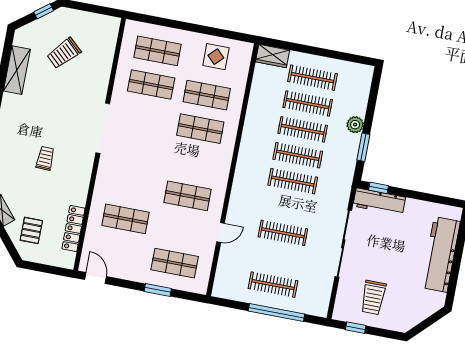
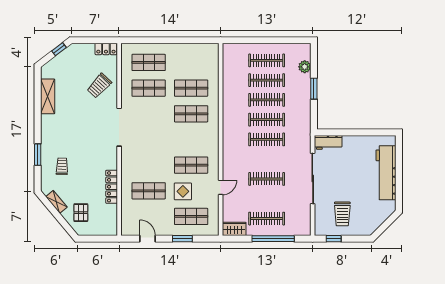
locker: (105, 23) -> (106, 49), added
trolley: (64, 53) -> (99, 86), moved
wardrobe: (273, 56) -> (234, 229), moved, turned 180
display table: (216, 57) -> (183, 191), moved
plant: (355, 125) -> (305, 67), moved
window: (363, 147) -> (314, 89), moved
trolley: (45, 158) -> (62, 166), moved
window: (378, 188) -> (331, 132), removed
workbench: (379, 202) -> (328, 142), width x0.73
locker: (73, 229) -> (112, 187), moved
door: (96, 278) -> (148, 239), moved

